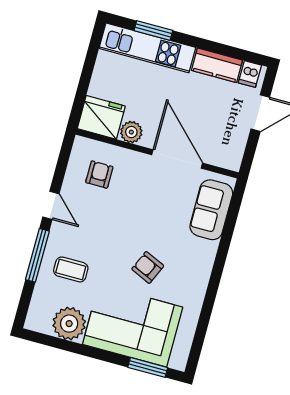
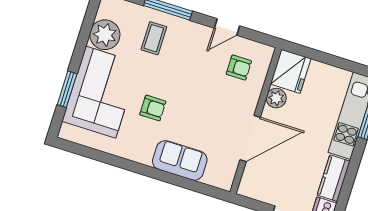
door: (51, 205) -> (227, 27), moved
sofa: (211, 210) -> (180, 160), moved
armchair: (148, 267) -> (153, 108), turned 66
window: (148, 367) -> (67, 89), moved

